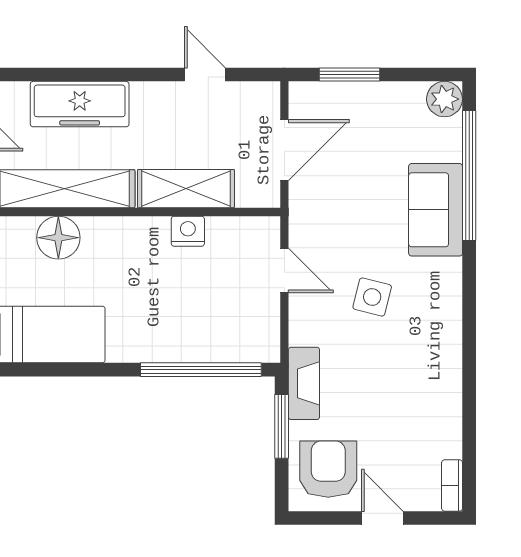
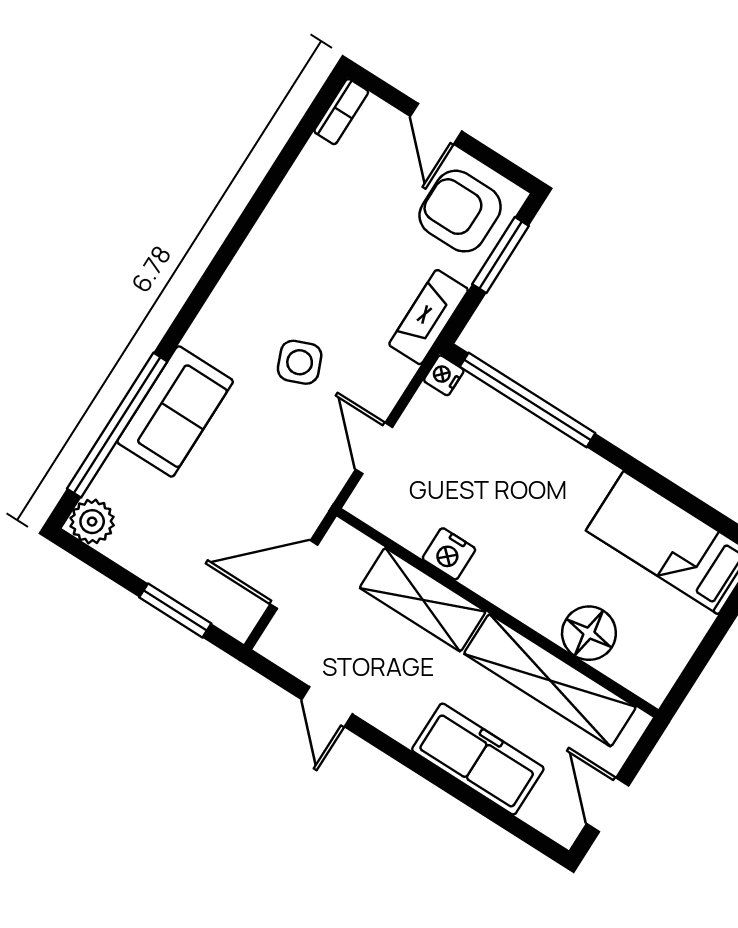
side table: (372, 297) -> (300, 362), turned -36
nightstand: (268, 350) -> (444, 375), added
window: (282, 426) -> (501, 255), moved
armchair: (328, 469) -> (460, 211), turned 90

